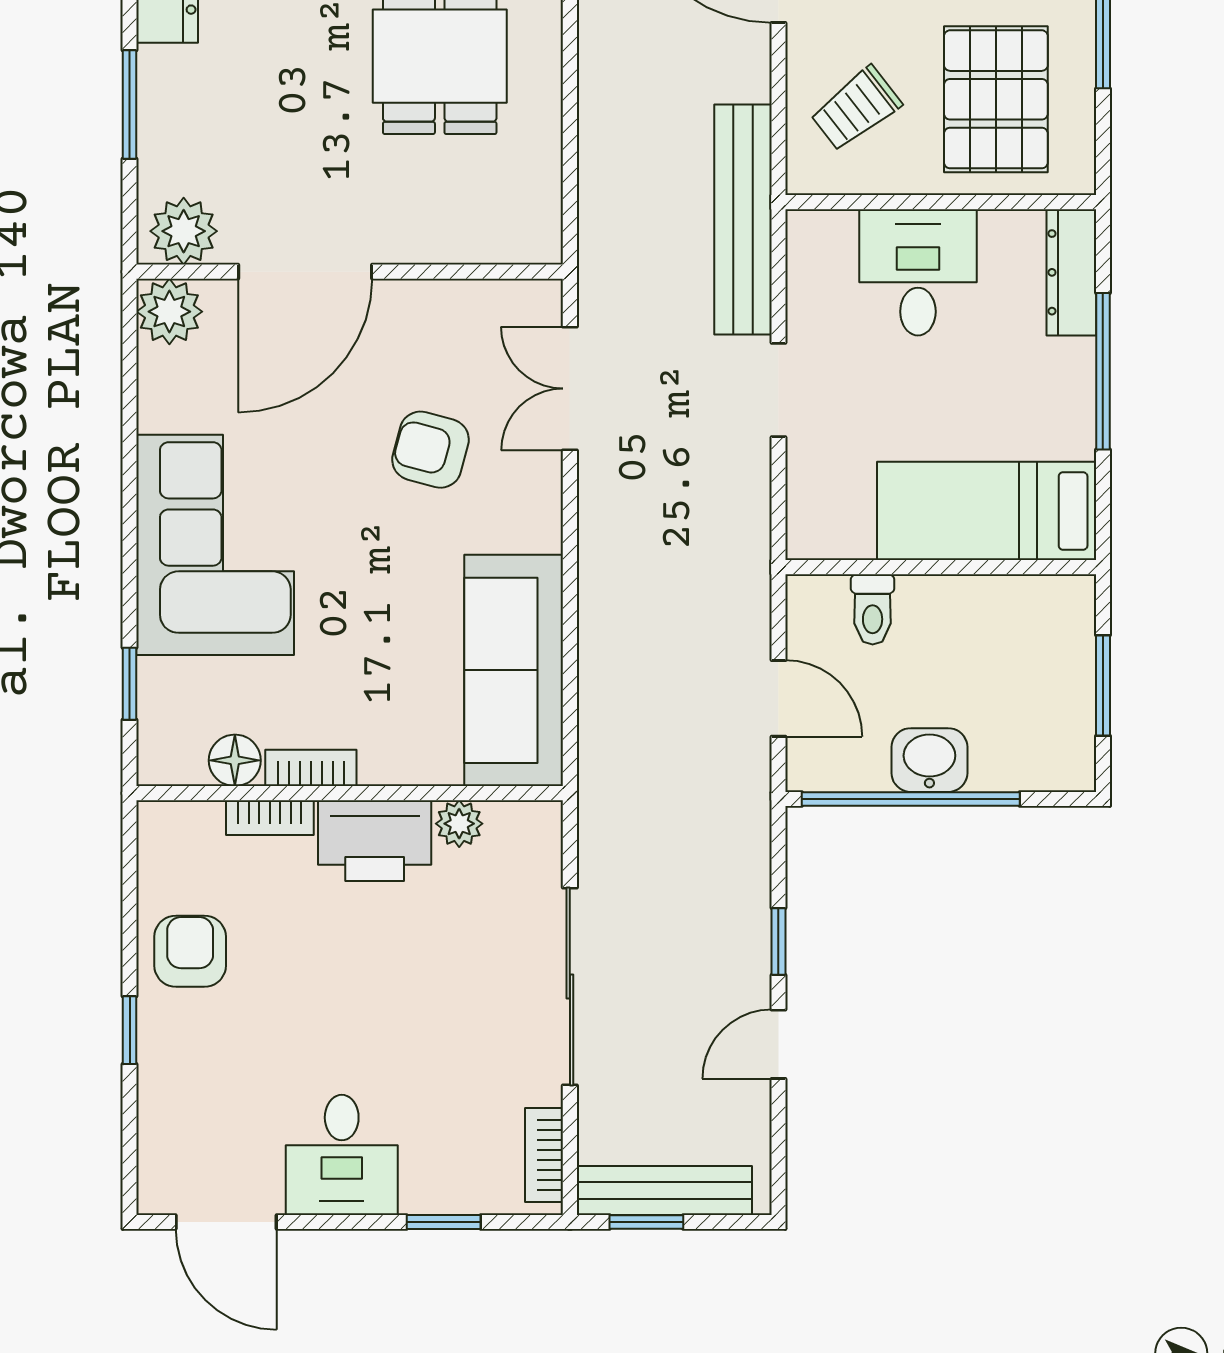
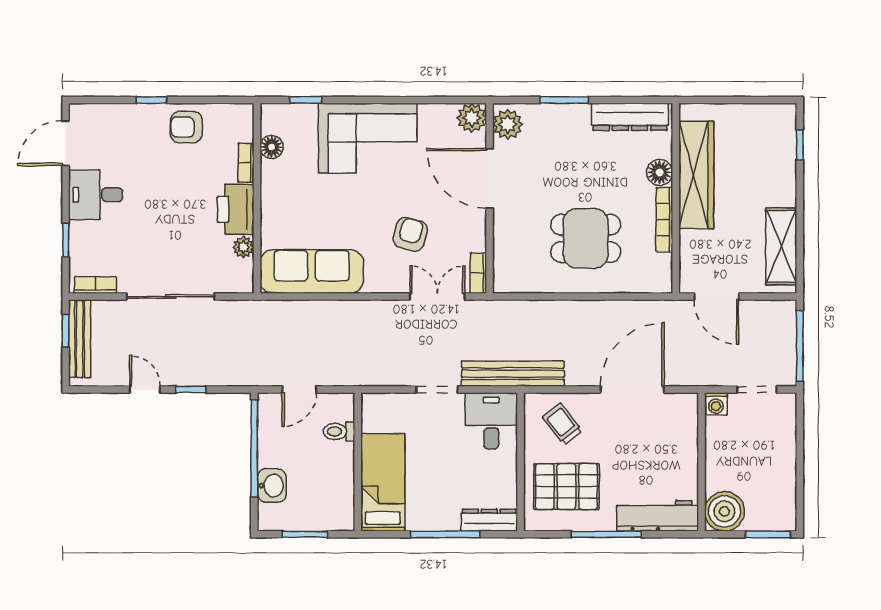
desk: (918, 272) -> (491, 421), moved, turned -90
washbasin: (929, 760) -> (272, 486), moved
bookcase: (311, 768) -> (478, 273), moved, turned 180
armchair: (190, 951) -> (186, 127), turned 180

